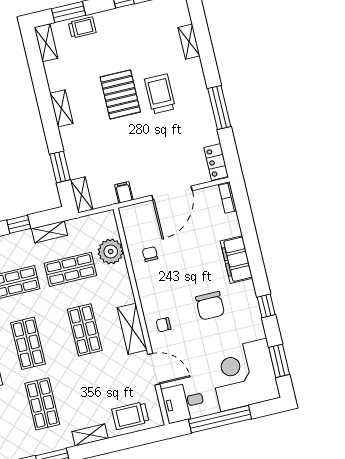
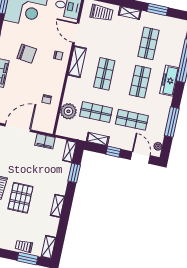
filing cabinet: (124, 192) -> (45, 141), width x2.00
chair: (210, 306) -> (27, 54), turned 97

